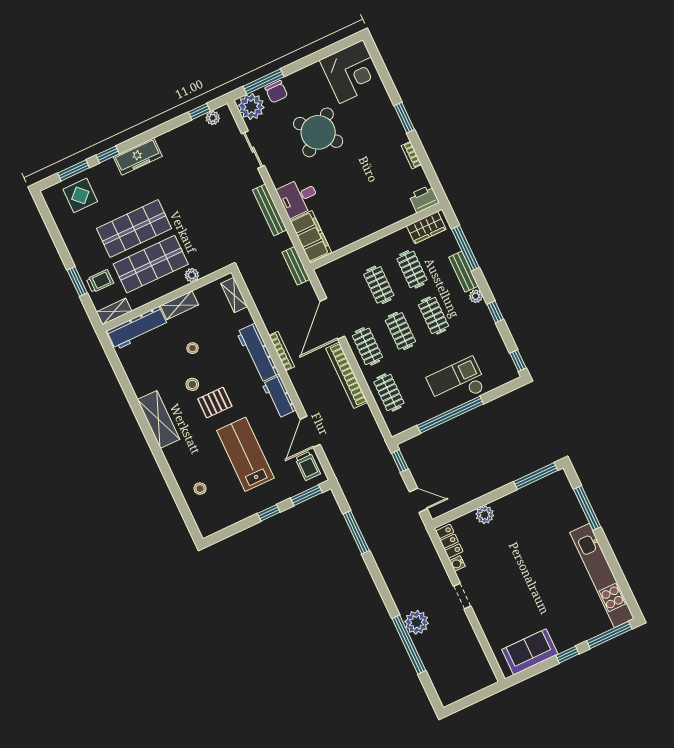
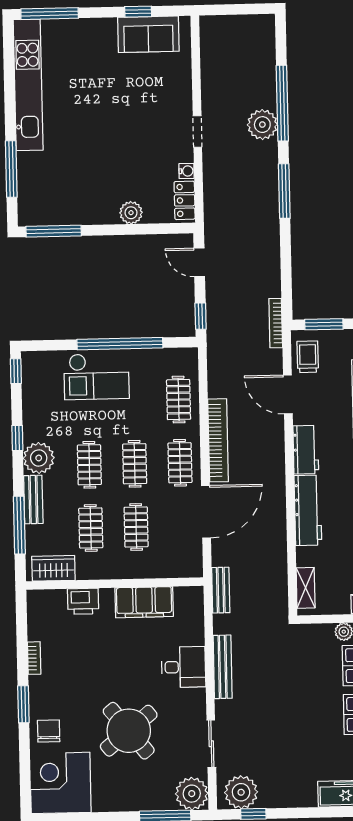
chair: (276, 92) -> (49, 731), moved
plant: (213, 118) -> (241, 792), width x1.87, depth x1.87
printer: (424, 199) -> (83, 601), moved
filing cabinet: (311, 236) -> (144, 602), moved, turned -90
plant: (476, 296) -> (39, 458), width x1.87, depth x1.87
bookcase: (282, 351) -> (276, 323), moved
door: (310, 432) -> (288, 394), swing flipped
window: (356, 532) -> (284, 191), moved
window: (567, 655) -> (138, 12), moved

